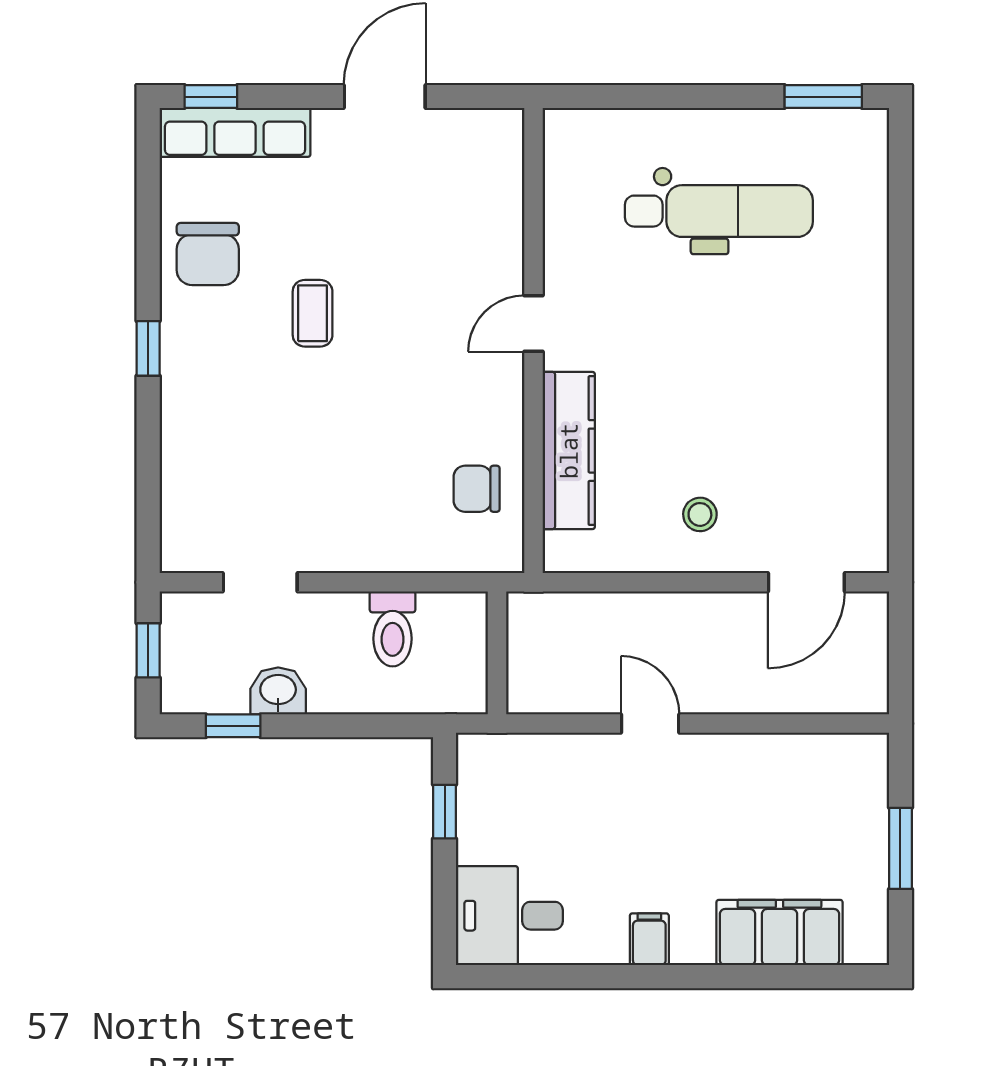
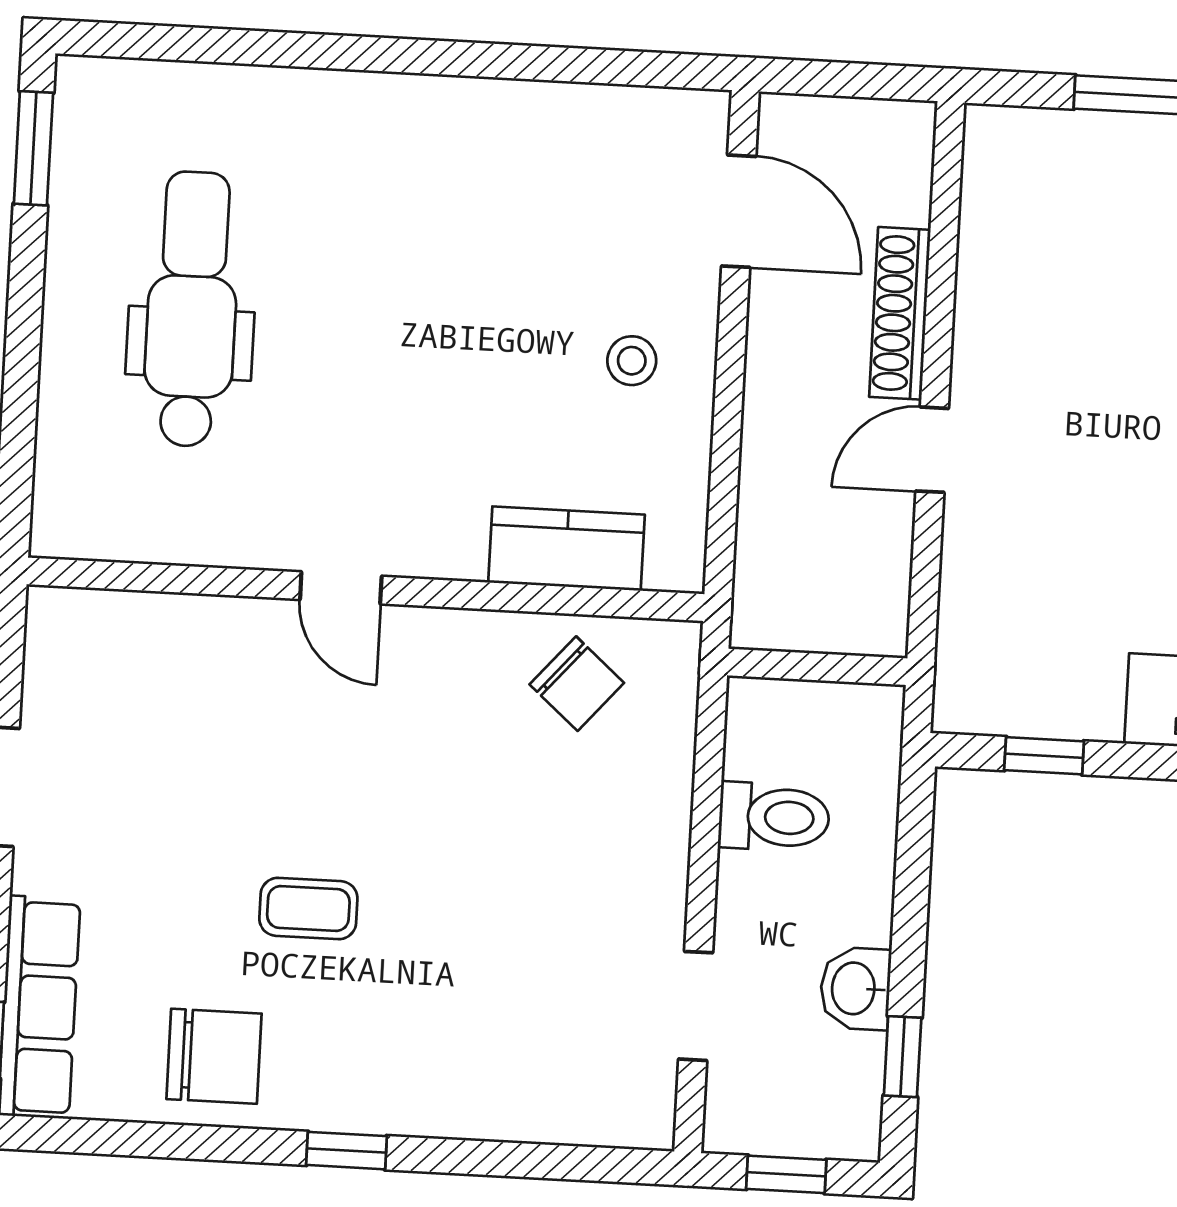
kitchen counter: (569, 451) -> (566, 549), width x0.67
chair: (477, 489) -> (577, 684), turned -49
shoe rack: (742, 696) -> (900, 313), added

